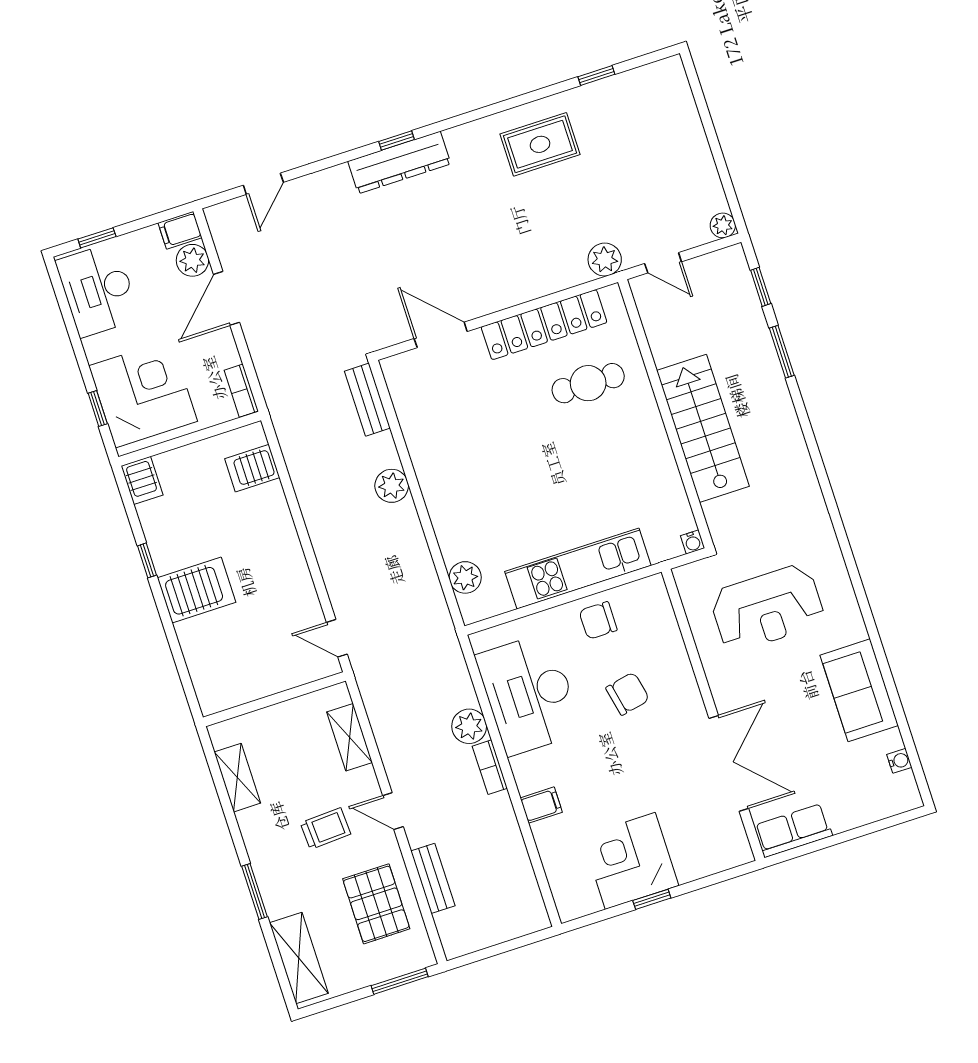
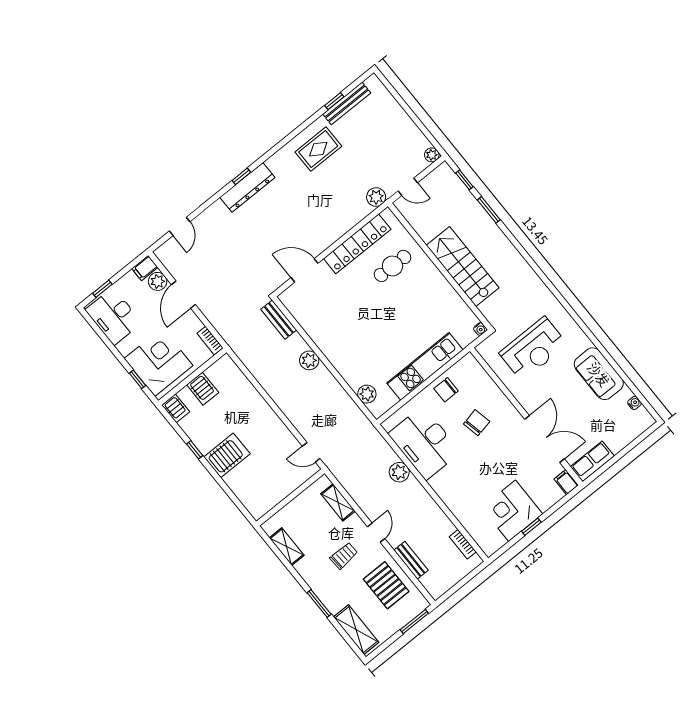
bench: (615, 87) -> (347, 103), added
server rack: (252, 468) -> (203, 389), moved, turned -90
bookcase: (490, 767) -> (463, 544), moved
filing cabinet: (541, 805) -> (566, 482), moved, turned -90
door: (393, 811) -> (376, 533), swing flipped

